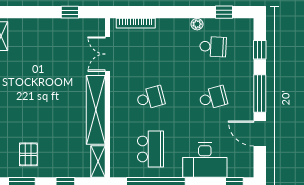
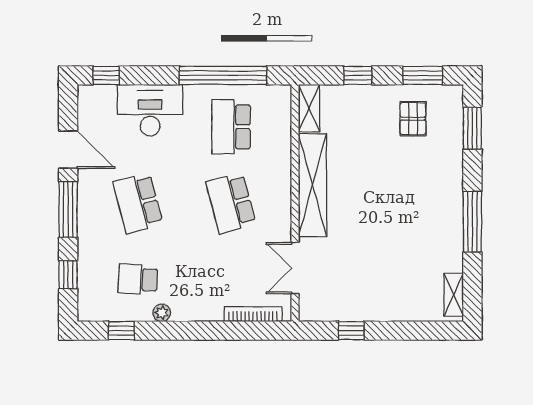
double door: (107, 54) -> (295, 268), swing flipped
school desk: (150, 98) -> (231, 203), width x1.85
school desk: (213, 98) -> (138, 203), width x1.85

